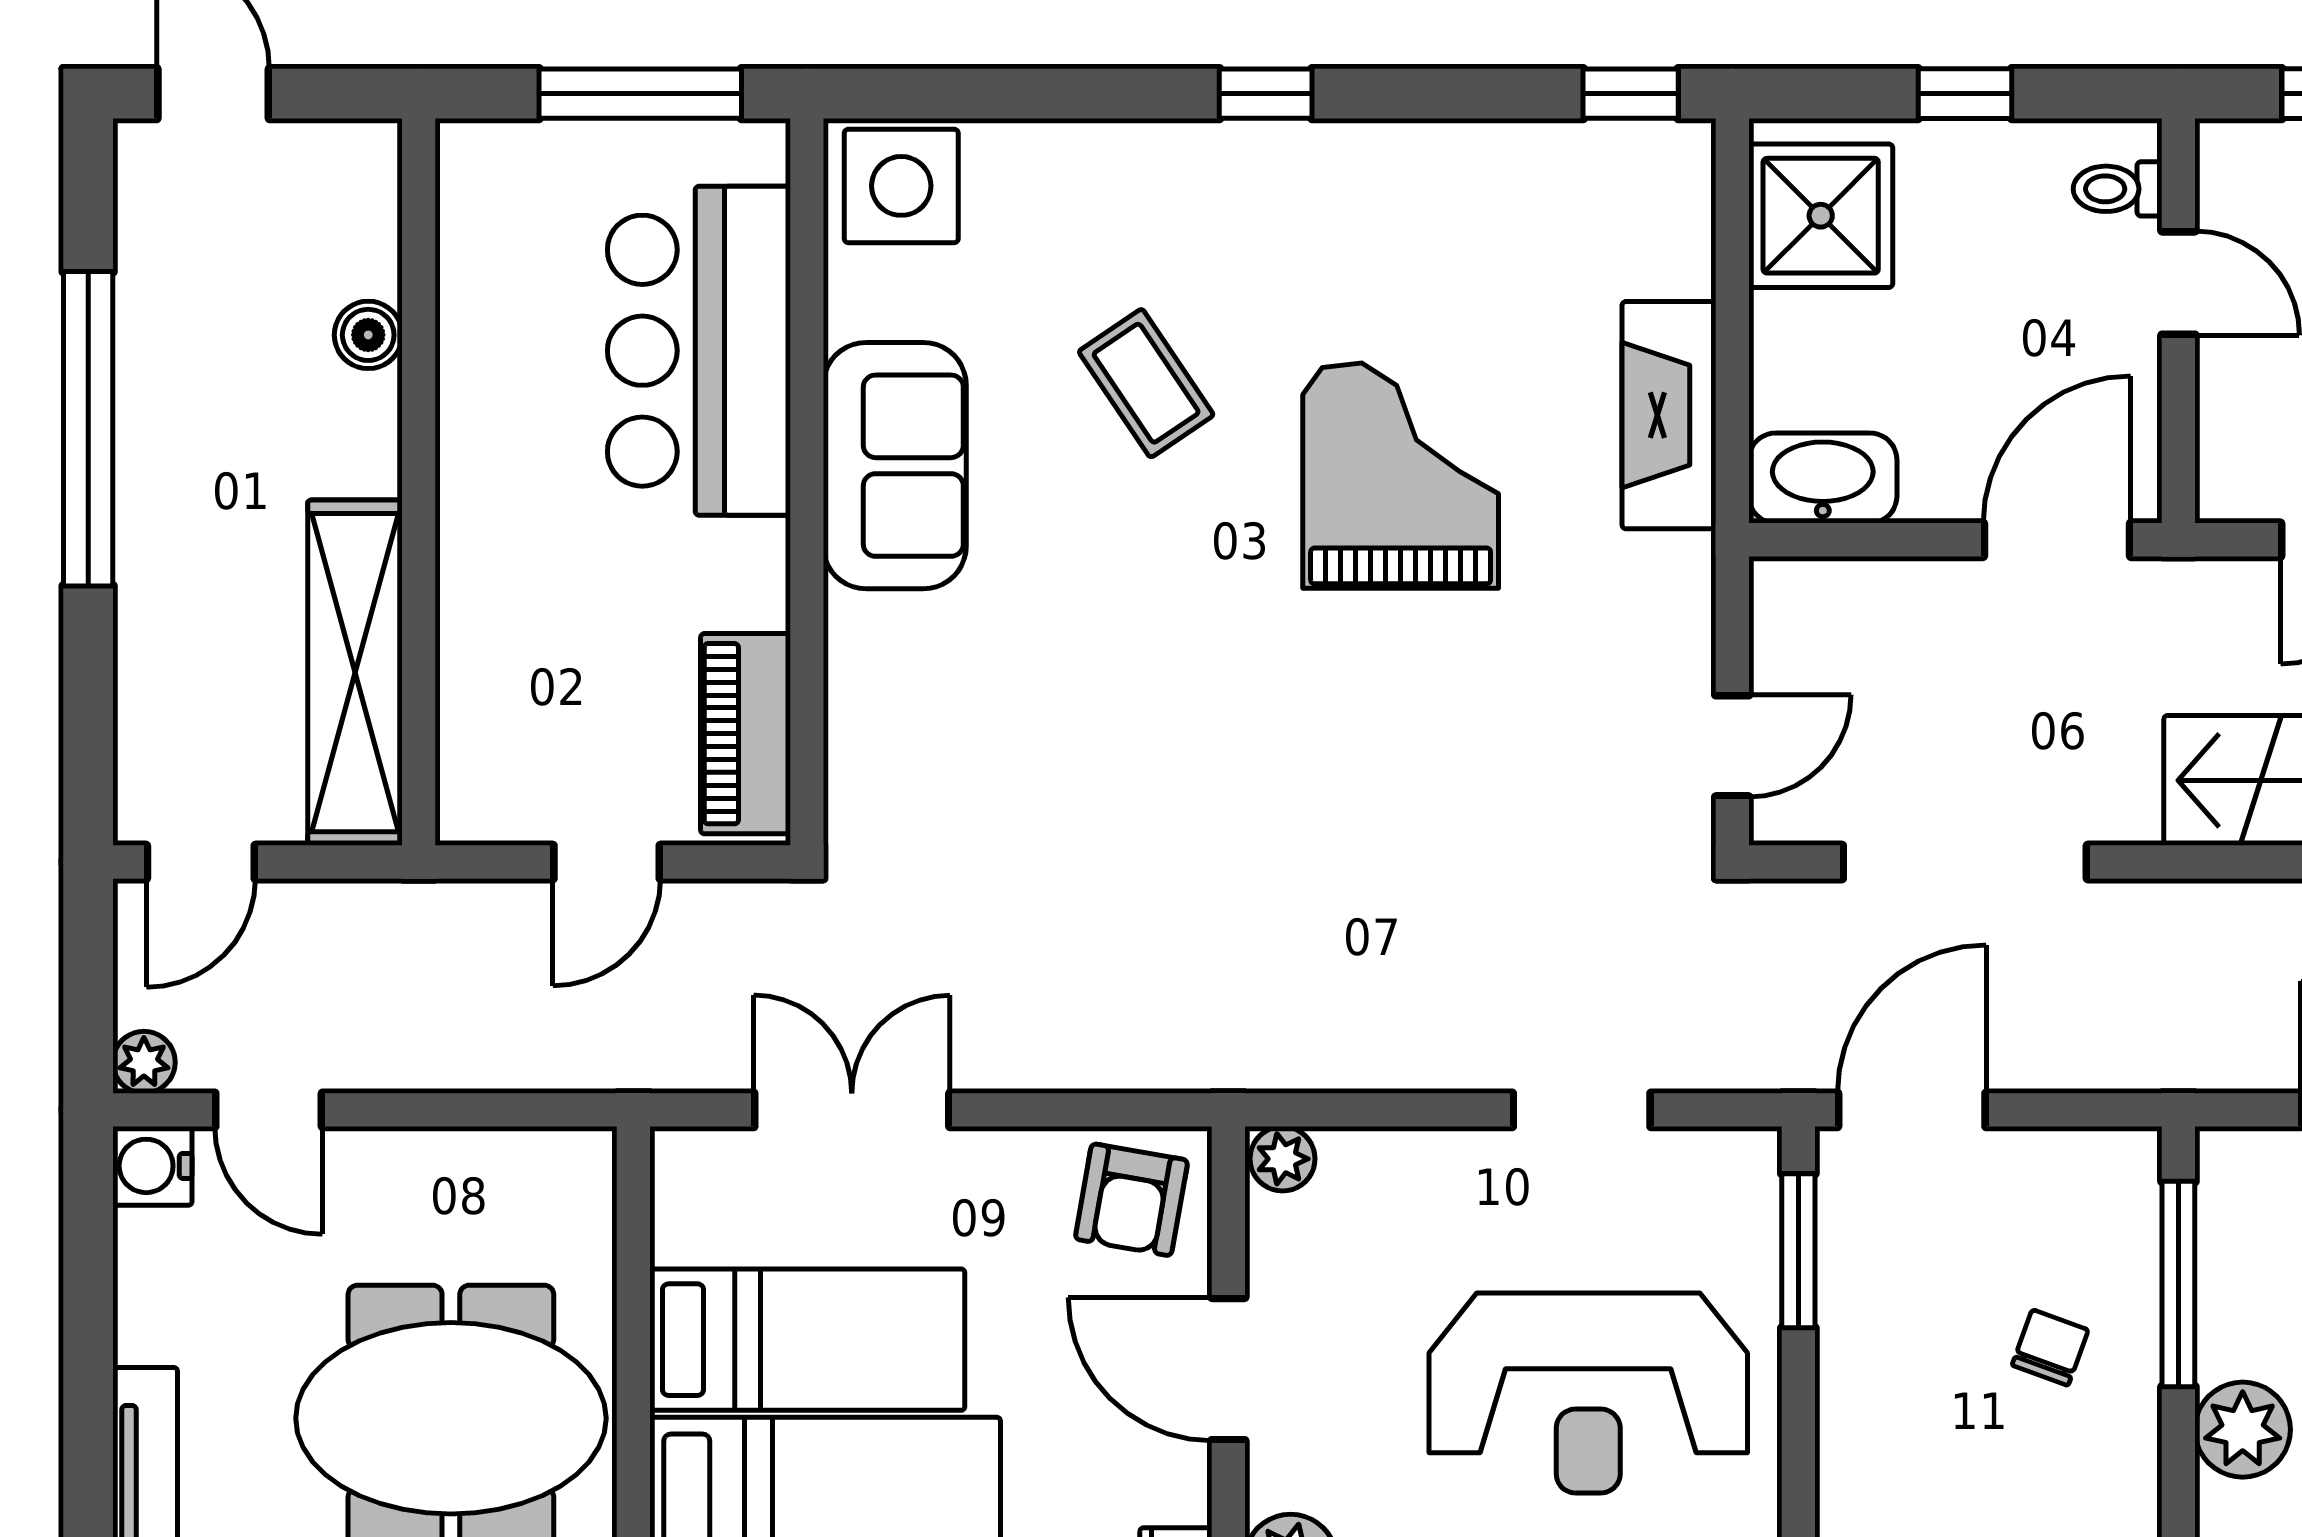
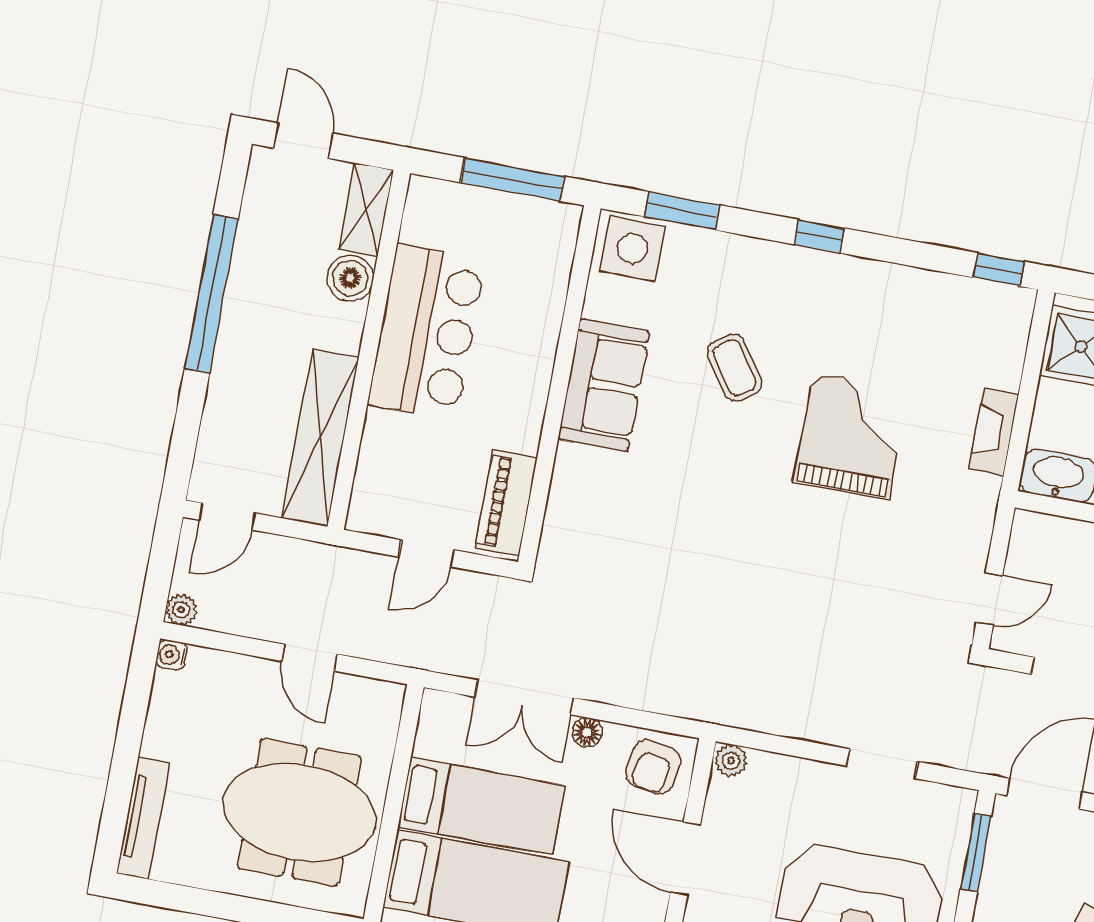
window: (985, 94) -> (682, 211), added
shelving: (362, 206) -> (366, 210), added
boiler: (368, 335) -> (350, 278), width x1.36, depth x1.36
bar counter: (699, 351) -> (427, 332), moved, turned 180
fireplace: (1669, 415) -> (994, 432), width x0.73, depth x0.76
door: (269, 1110) -> (309, 658), moved
double door: (852, 1110) -> (524, 697), swing flipped
floor lamp: (988, 1156) -> (587, 733), added
water cooler: (152, 1166) -> (171, 655), width x0.72, depth x0.72

